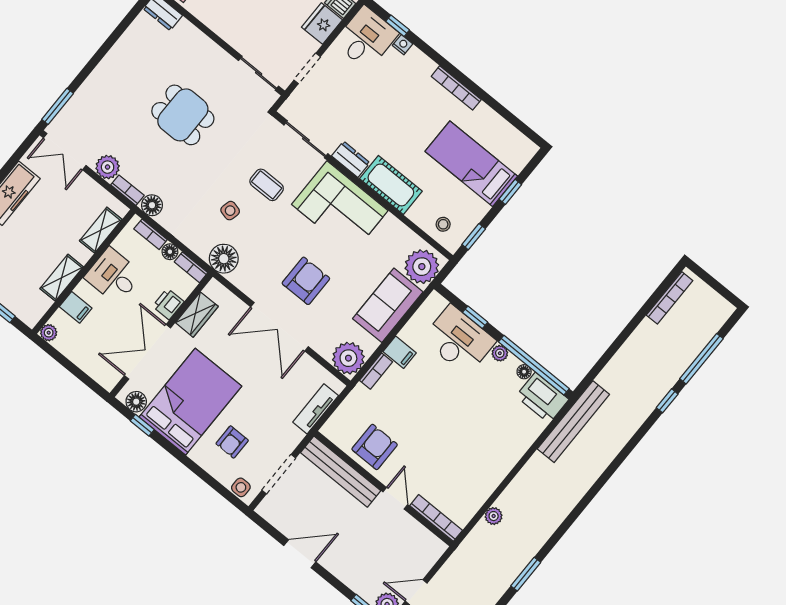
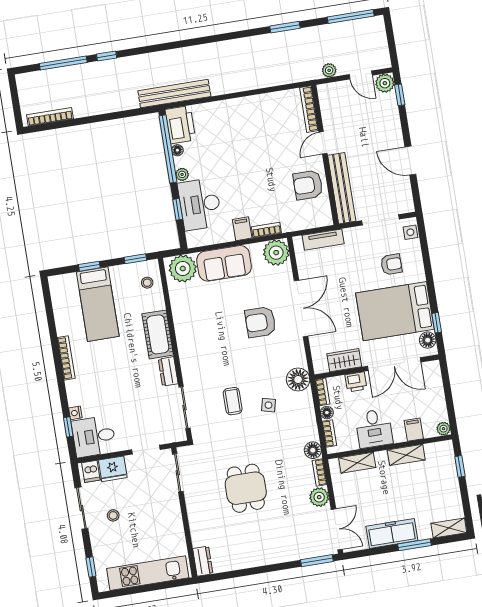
corner sofa: (340, 207) -> (201, 348), removed
plant: (494, 516) -> (329, 70), moved

